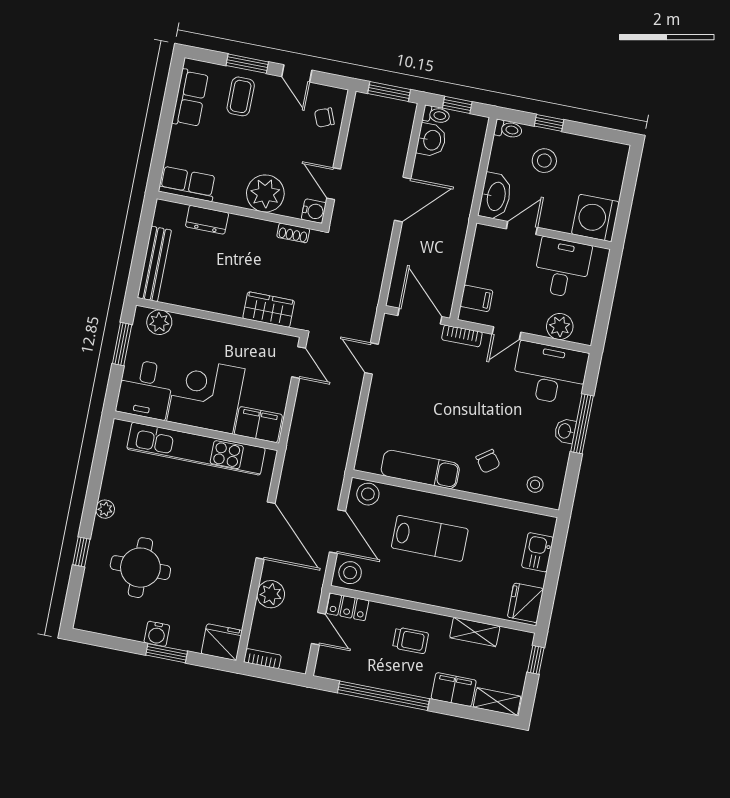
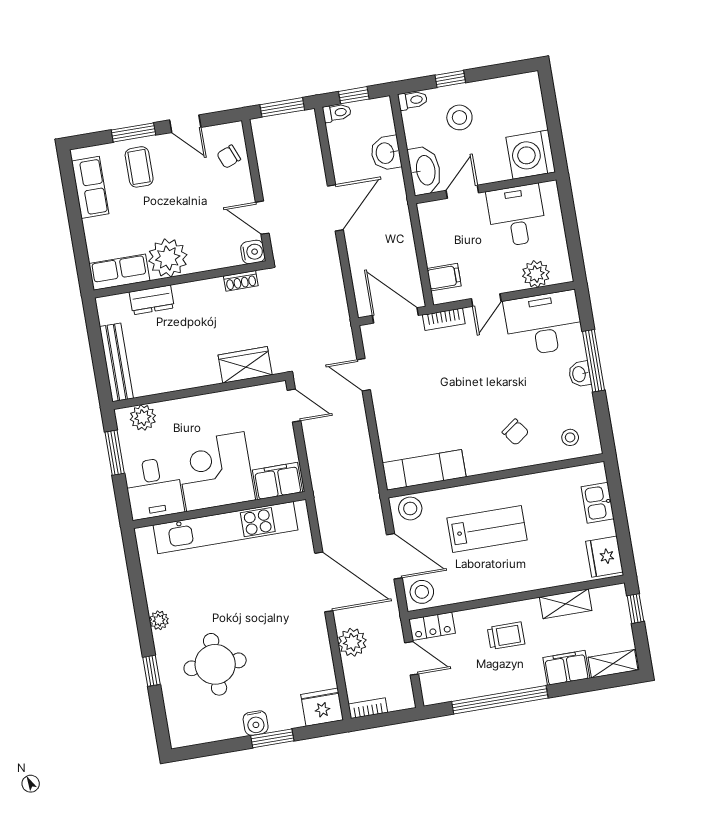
washbasin: (431, 140) -> (386, 153), moved, turned 180
plant: (265, 193) -> (168, 258), moved
exam couch: (420, 469) -> (424, 470), moved

